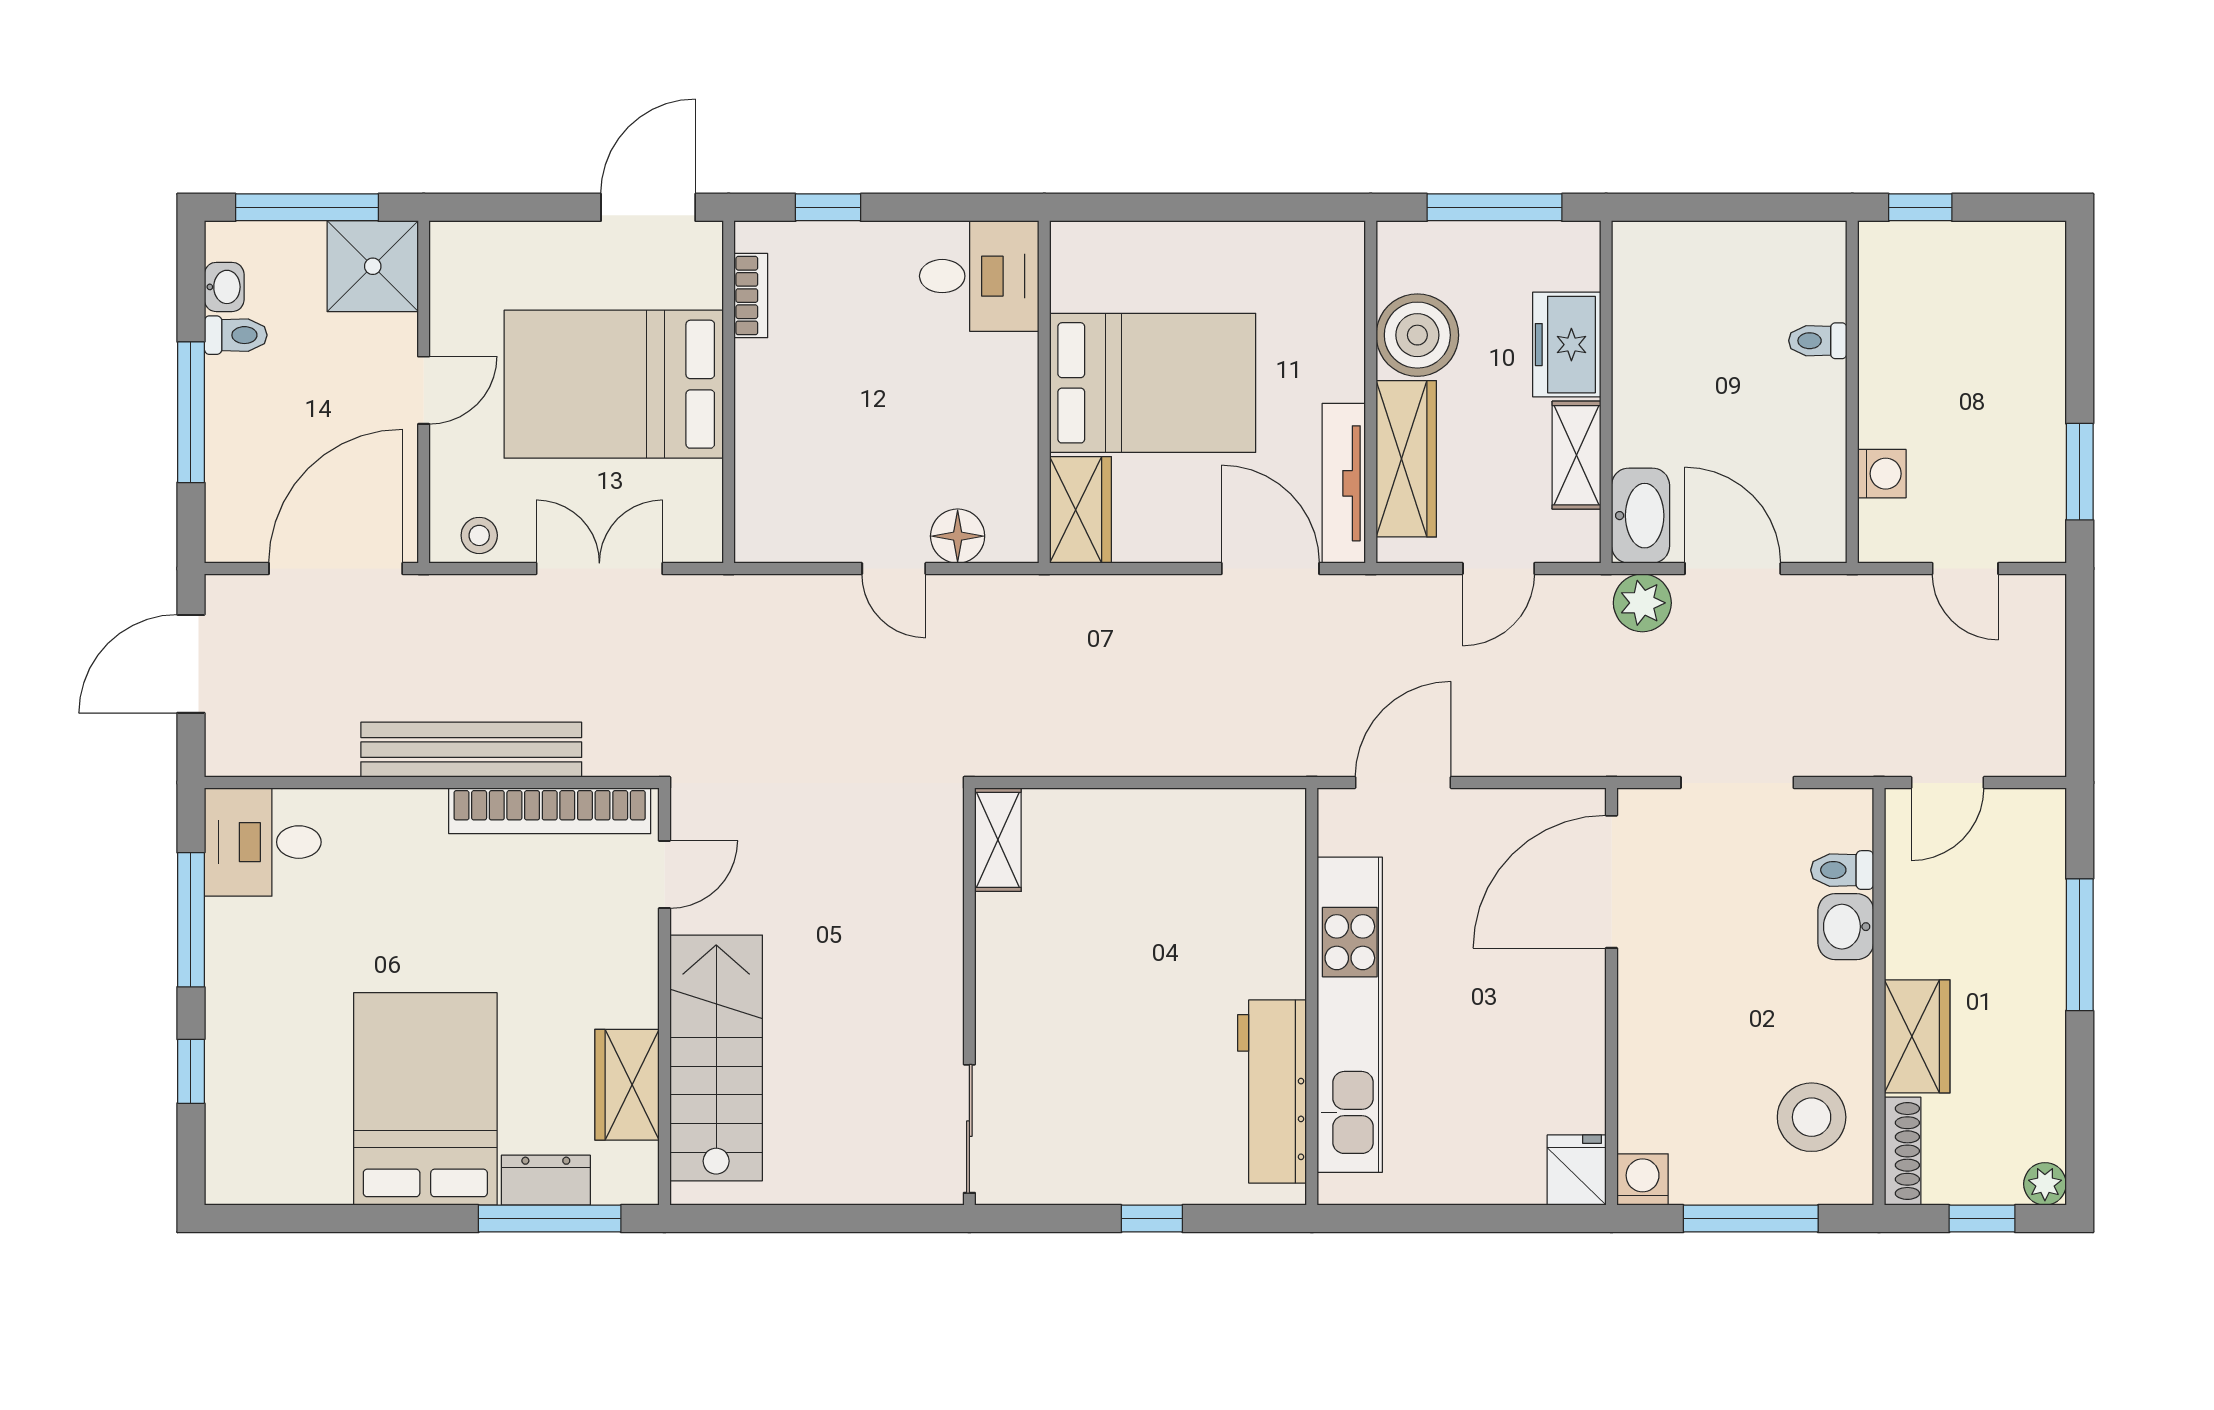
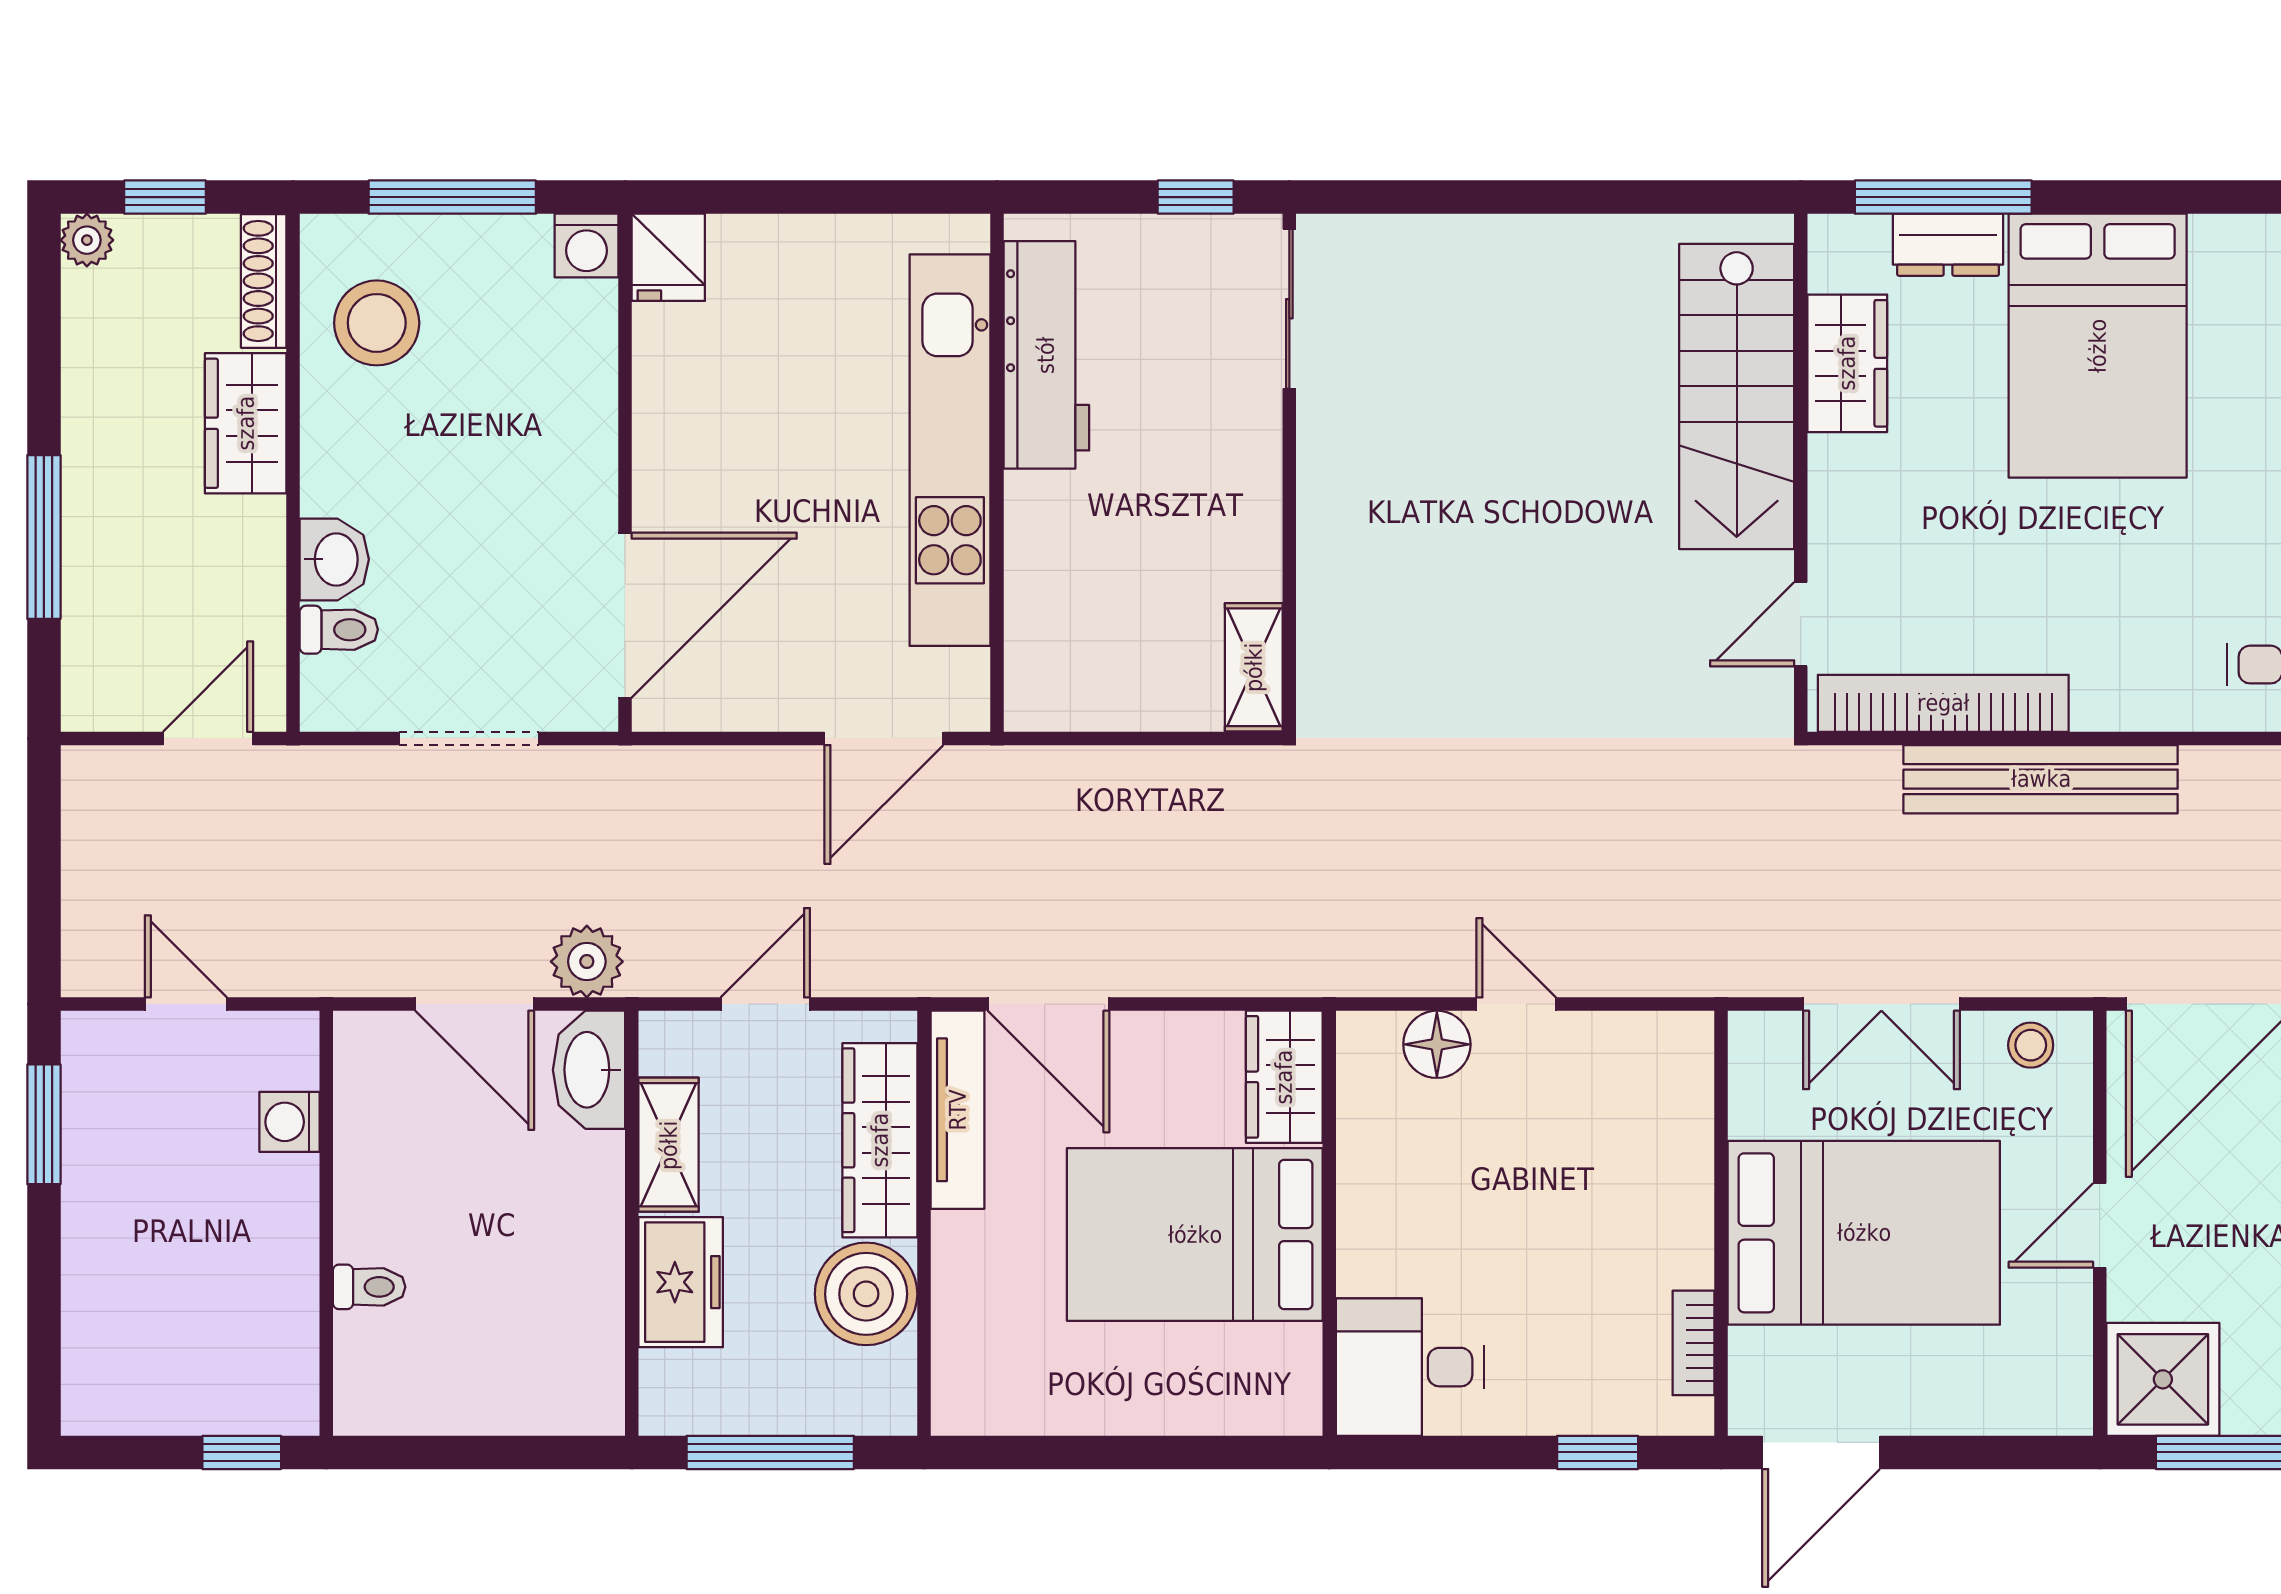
shelving: (998, 840) -> (1254, 667), moved
wall: (969, 997) -> (1289, 473), moved
sliding door: (969, 1129) -> (1289, 309), moved

